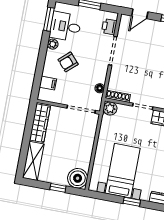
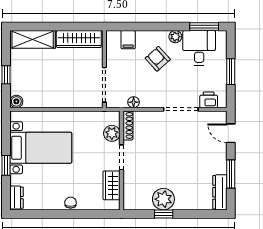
plant: (110, 108) -> (112, 133), moved
boiler: (78, 178) -> (16, 101), width x0.54, depth x0.54

